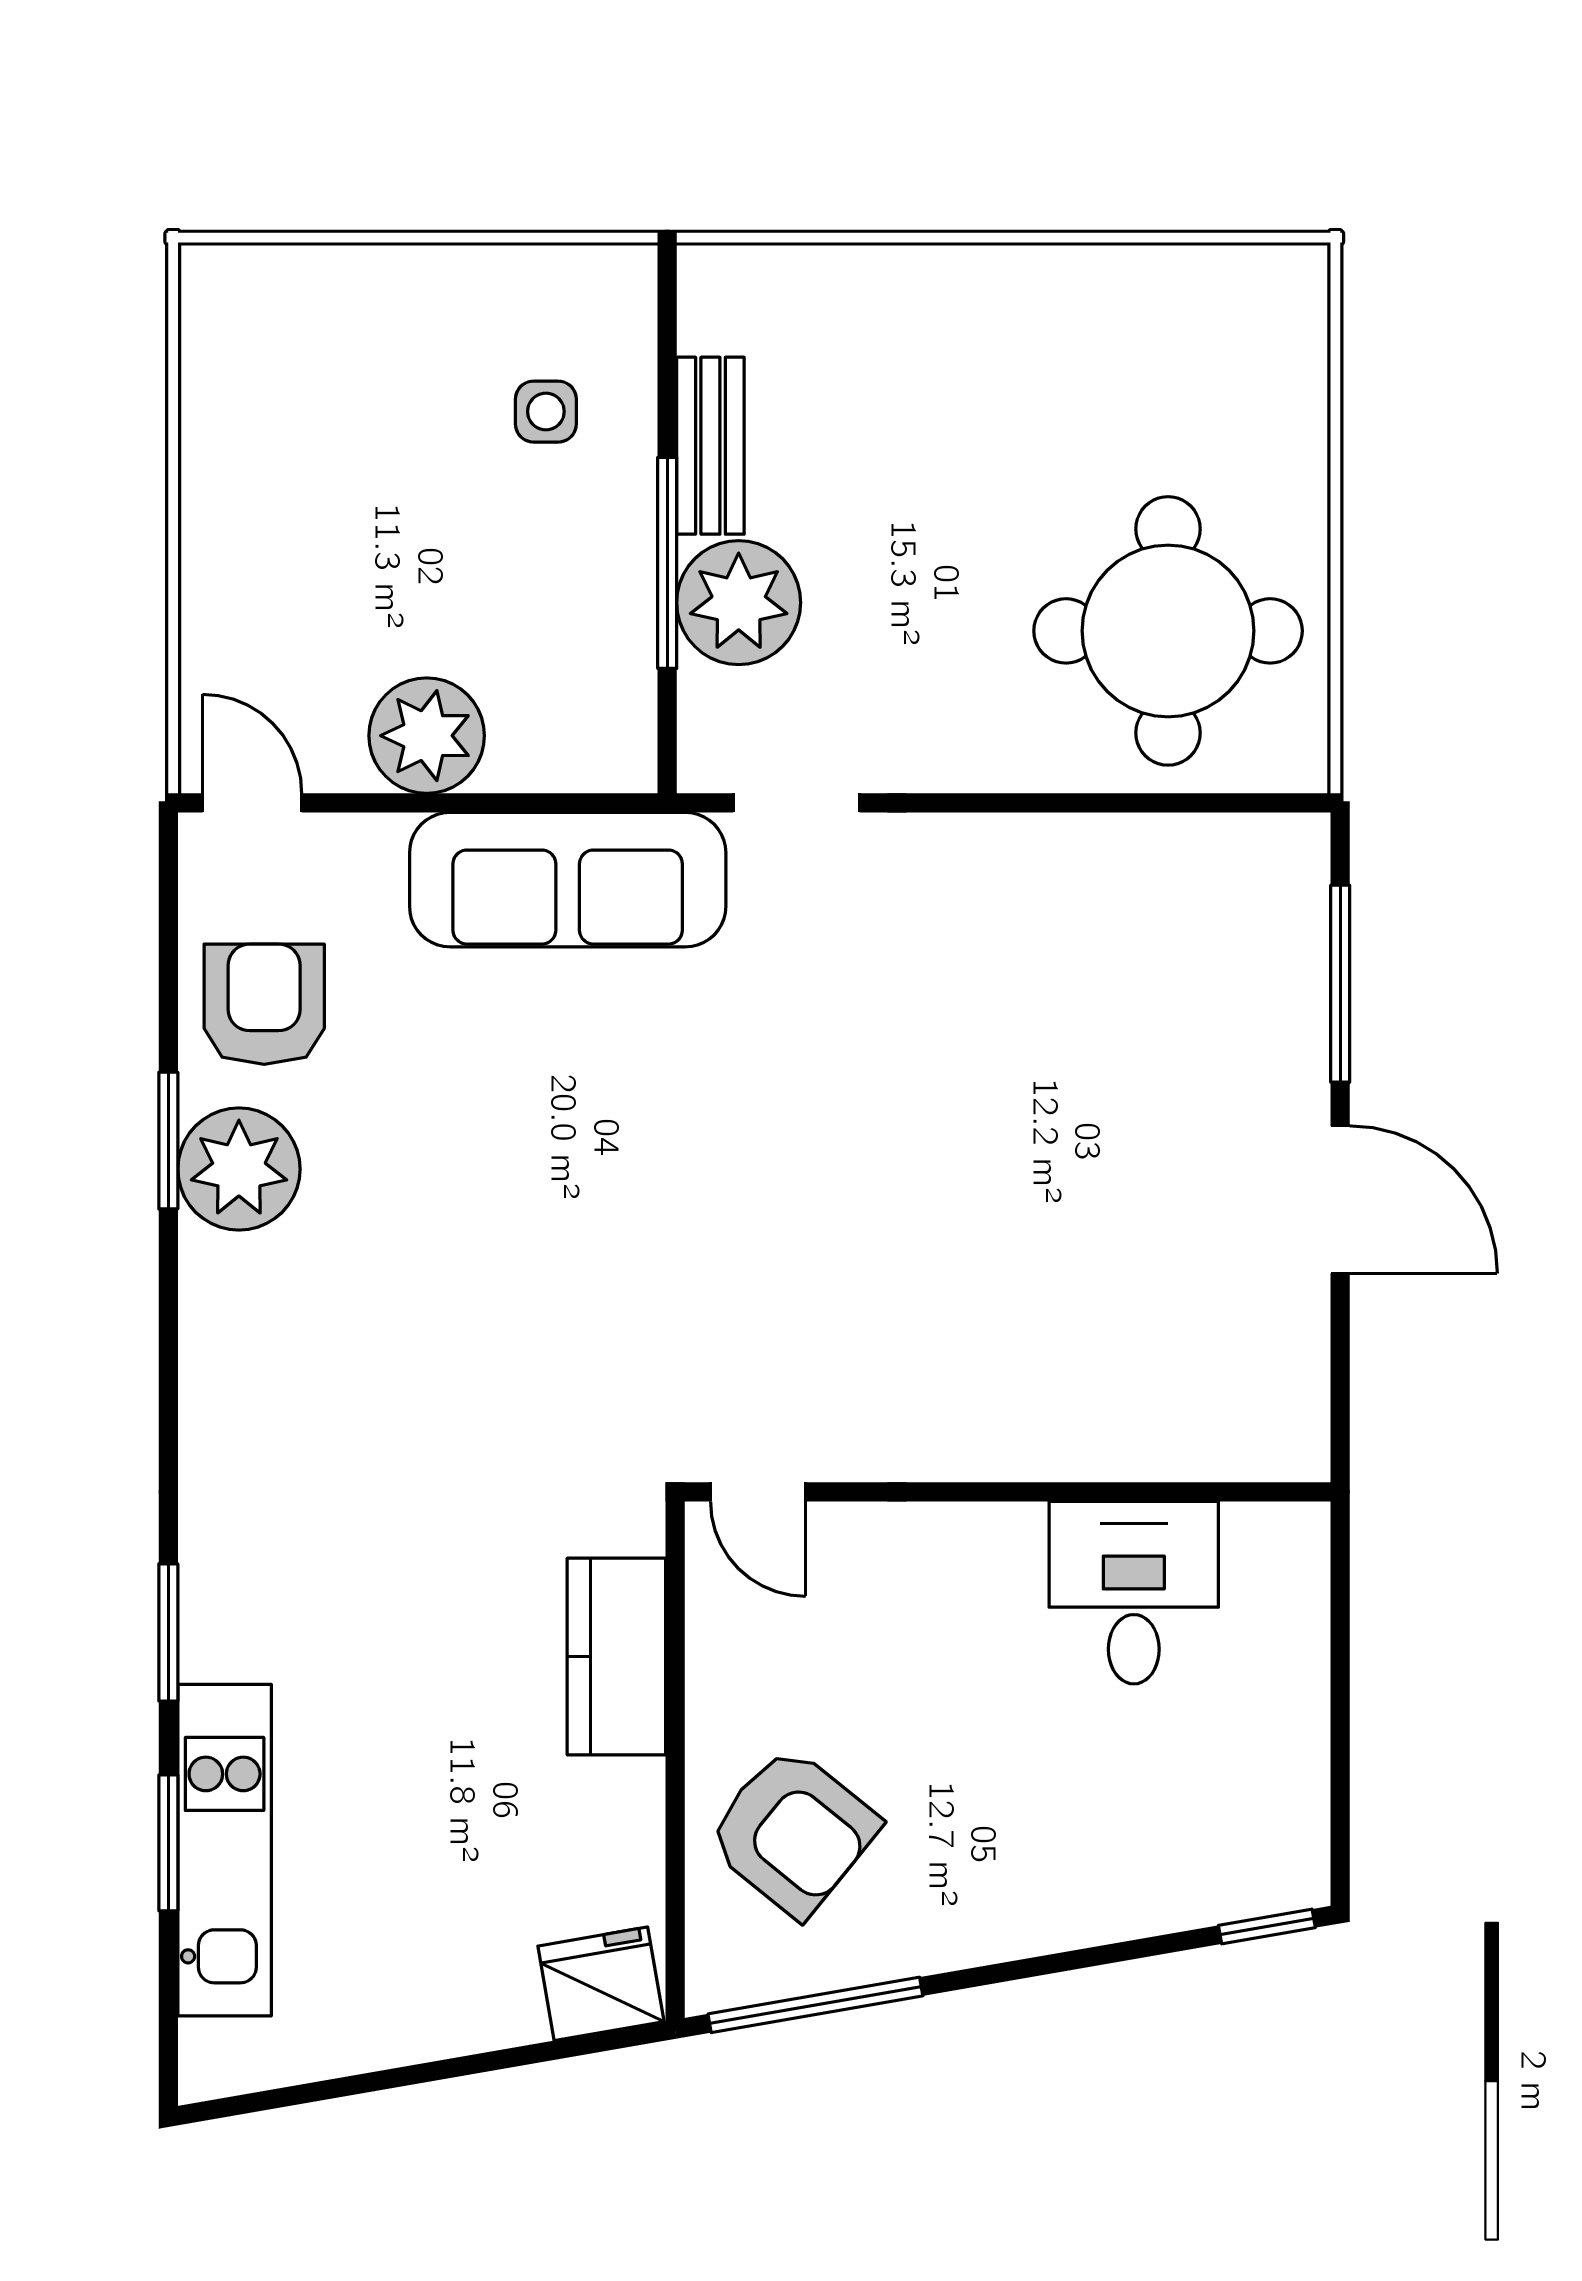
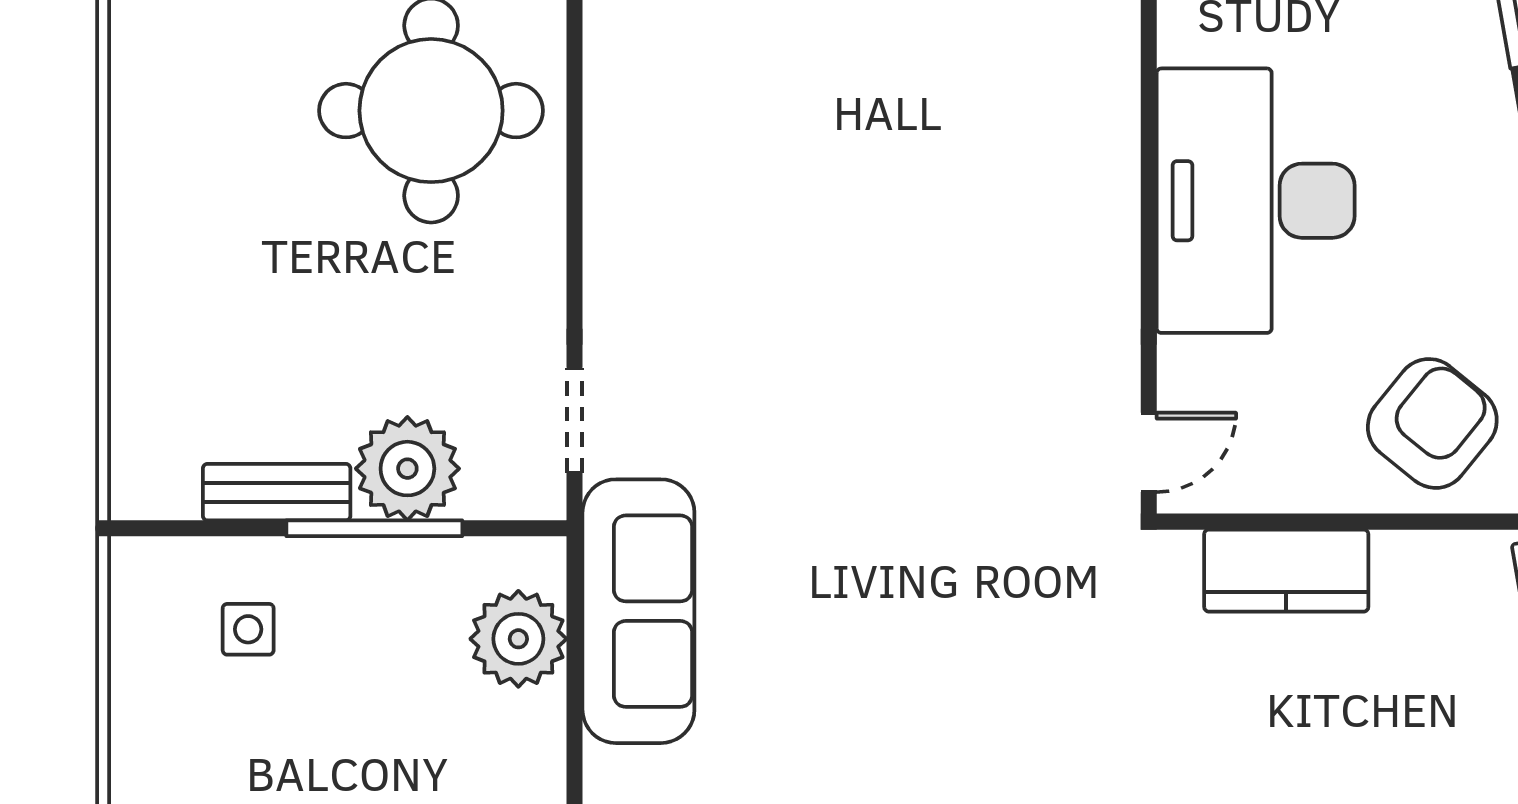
plant: (427, 736) -> (518, 639), moved
desk: (1134, 1593) -> (1256, 201), width x1.87, depth x1.30

